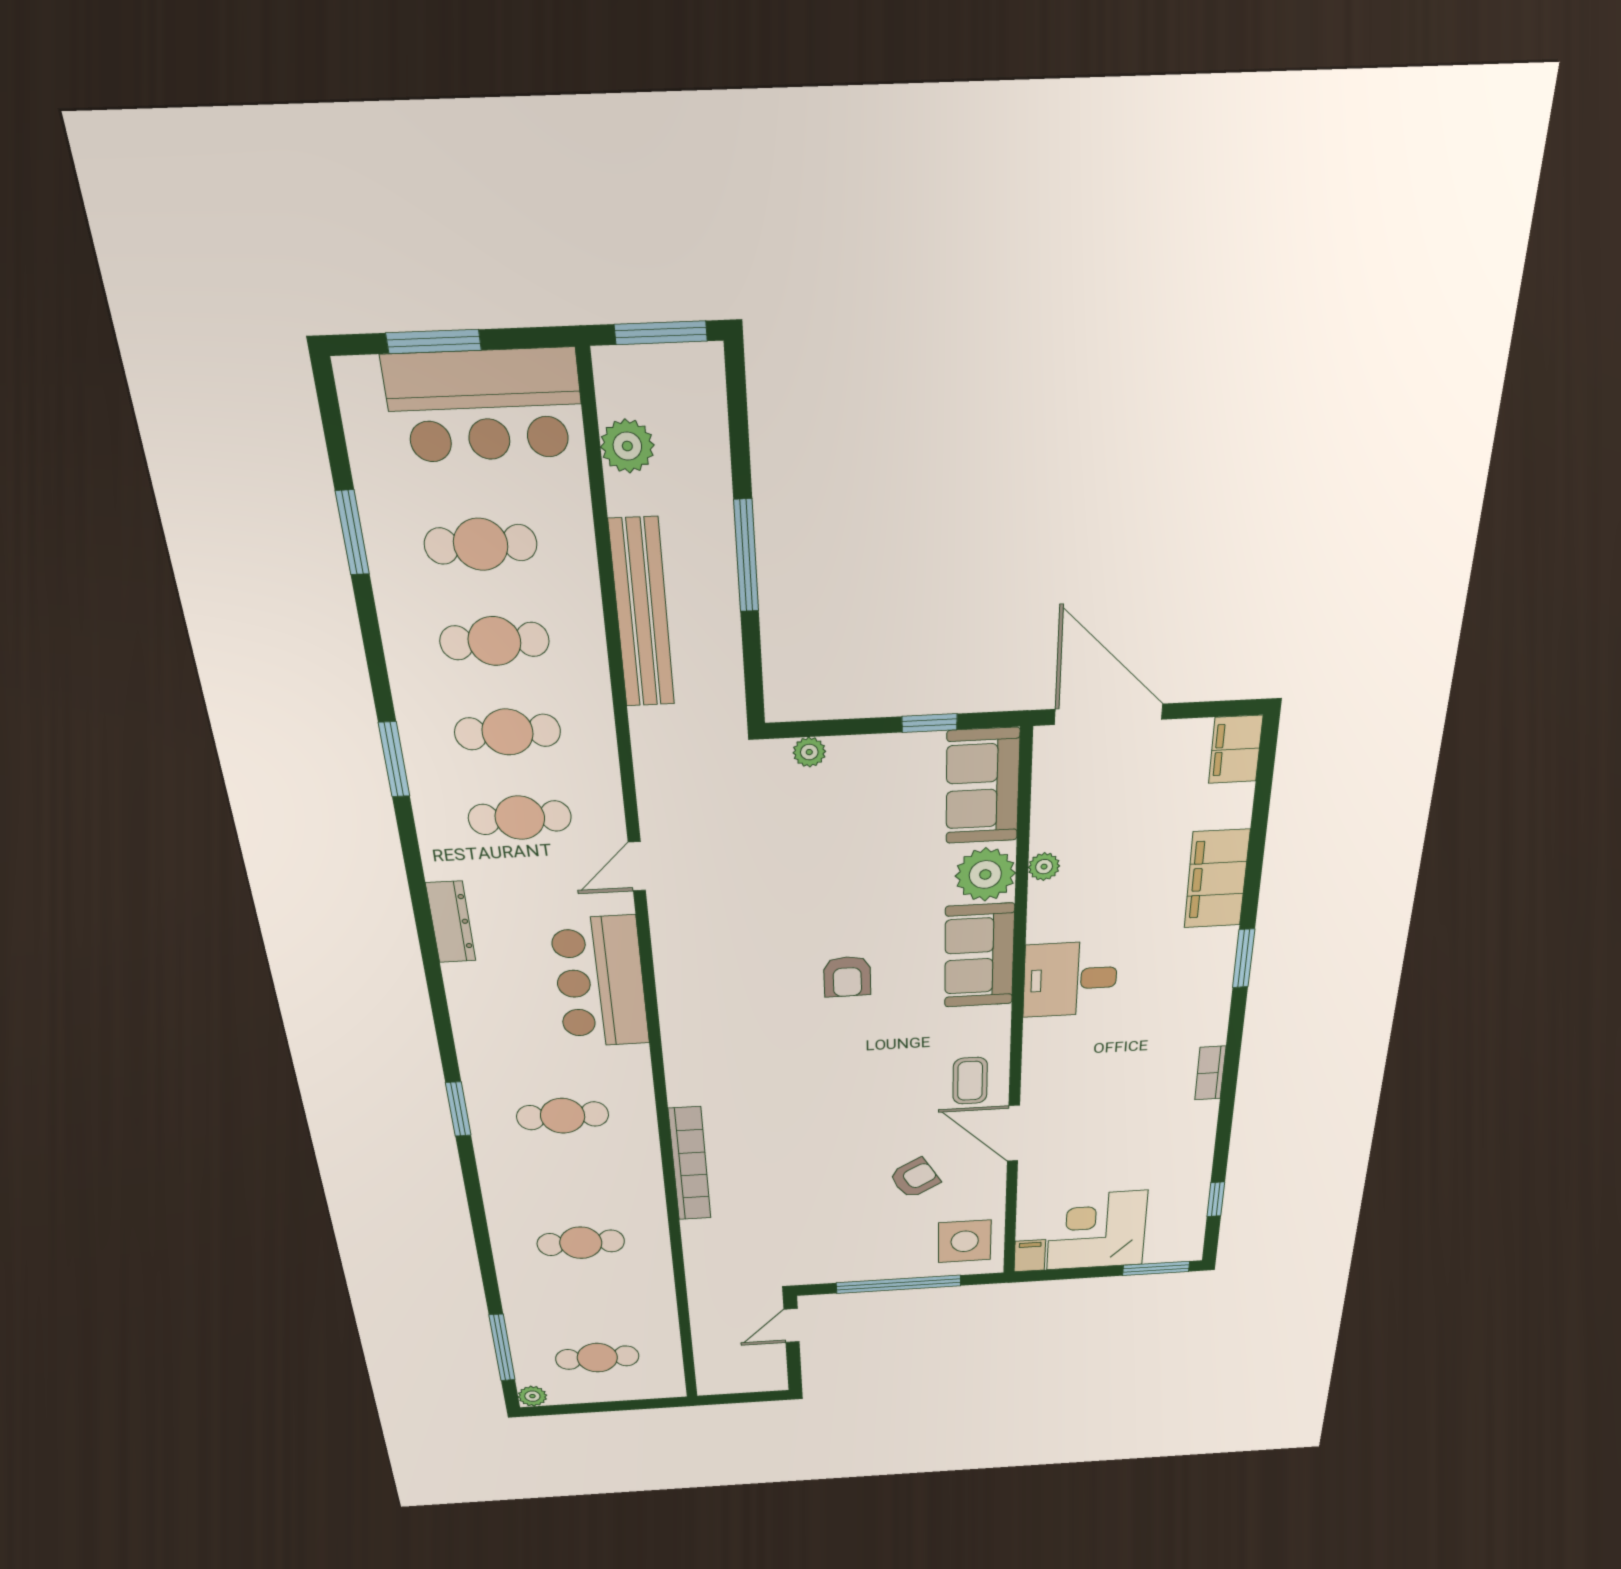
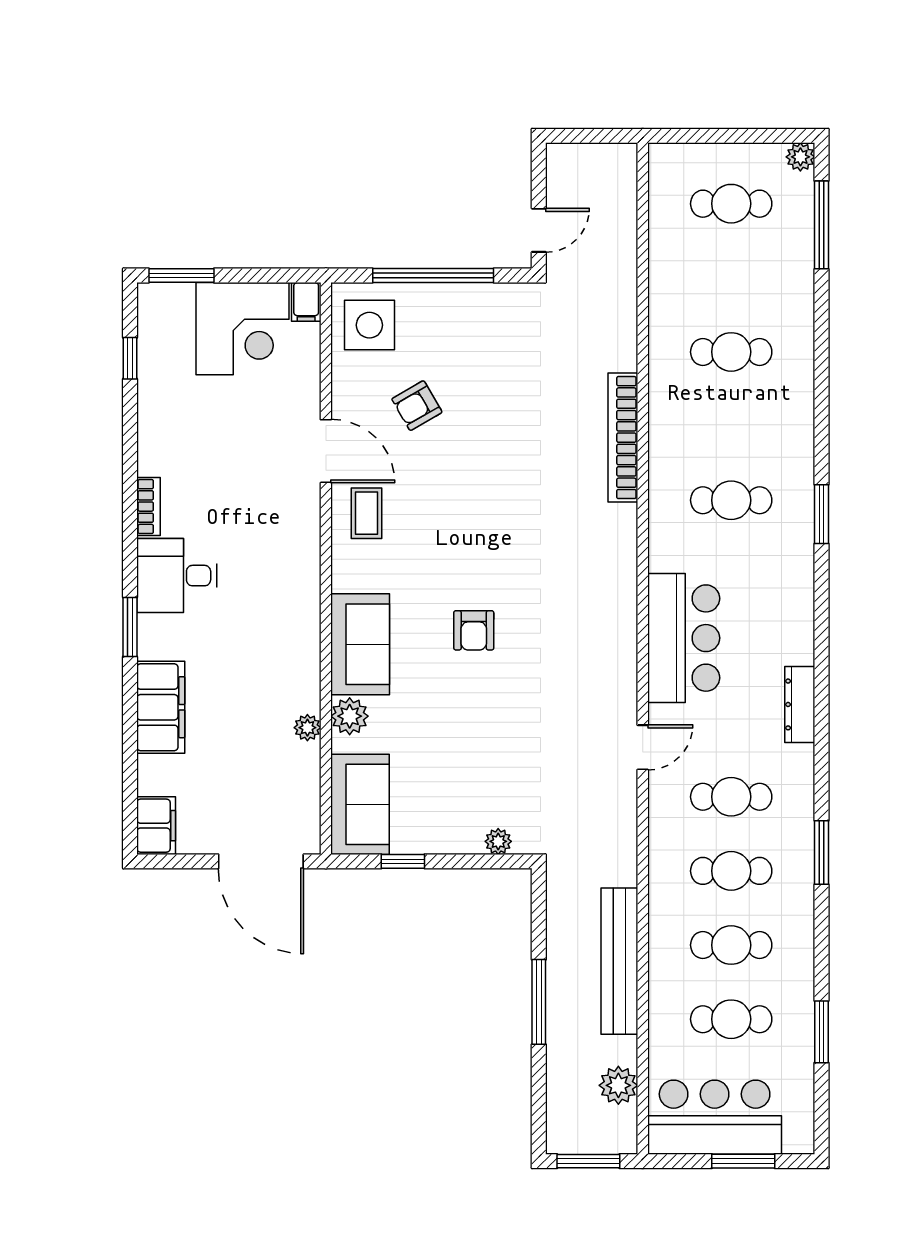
plant: (985, 875) -> (350, 716), width x0.73, depth x0.73
armchair: (847, 977) -> (474, 630), turned 180
desk: (1070, 979) -> (177, 576), moved, turned 180

